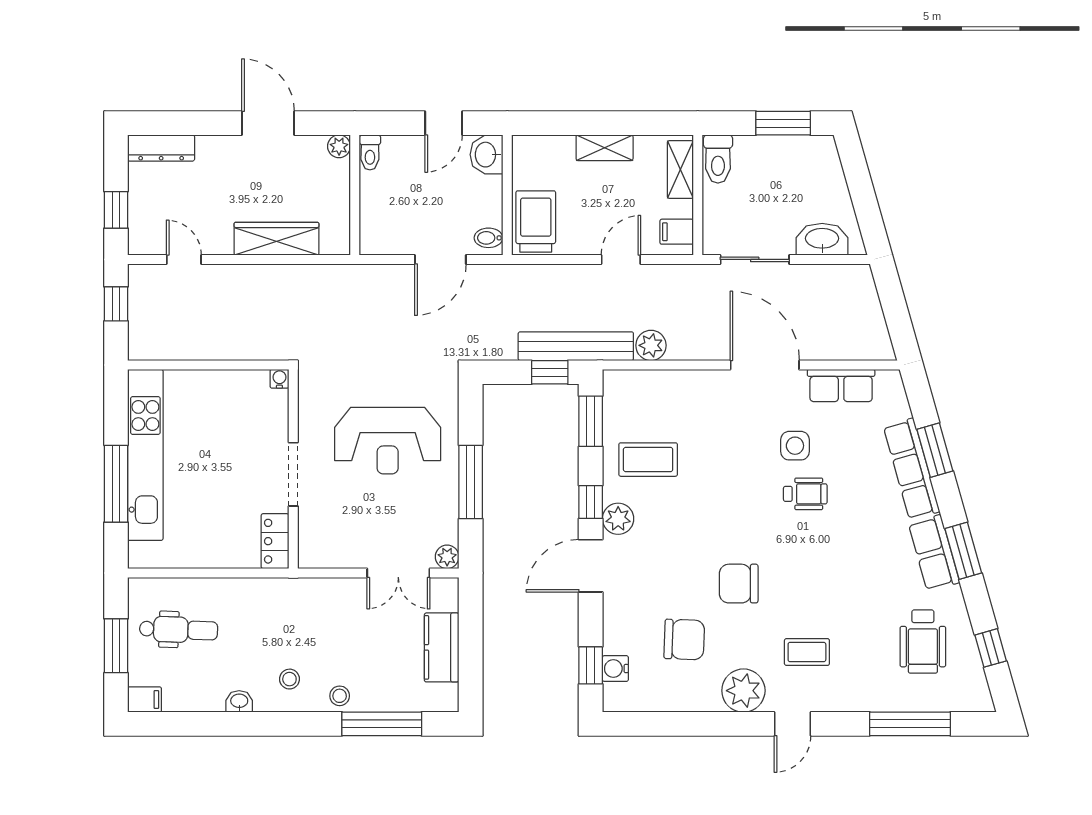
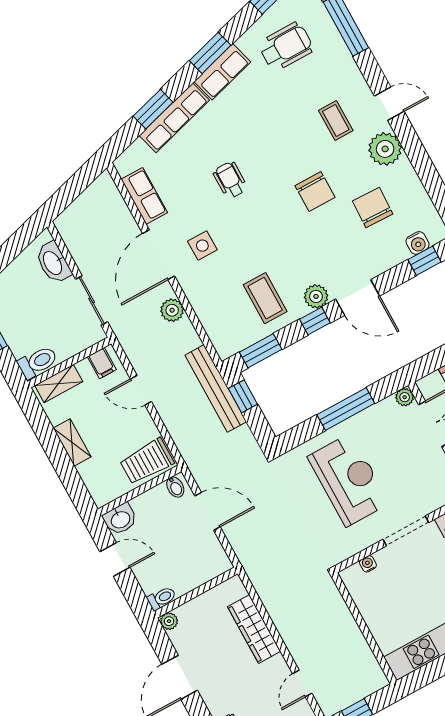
plant: (651, 345) -> (172, 310), moved
water cooler: (279, 379) -> (368, 564), moved, turned 90
side table: (795, 446) -> (202, 246), moved

